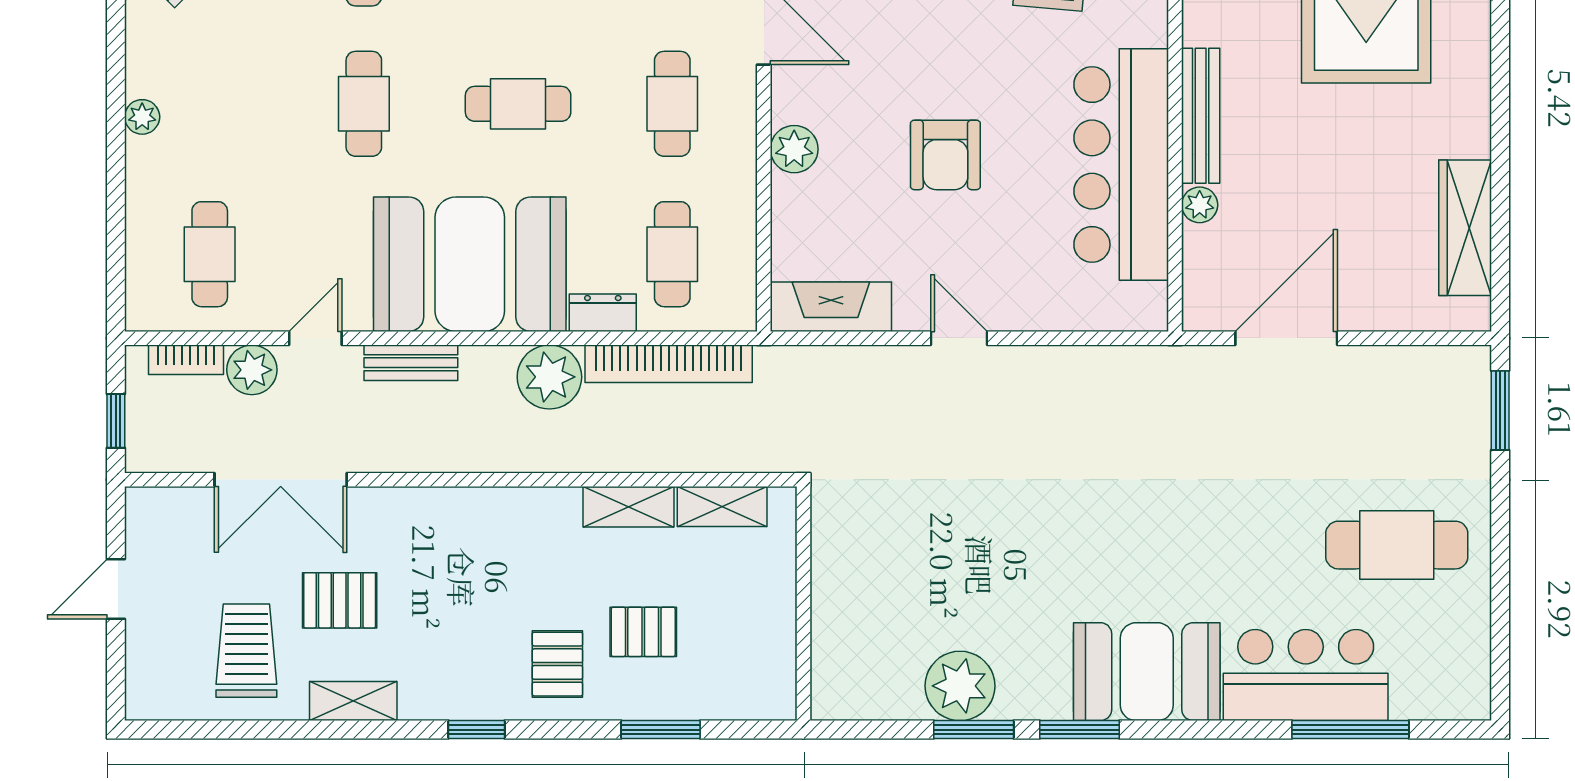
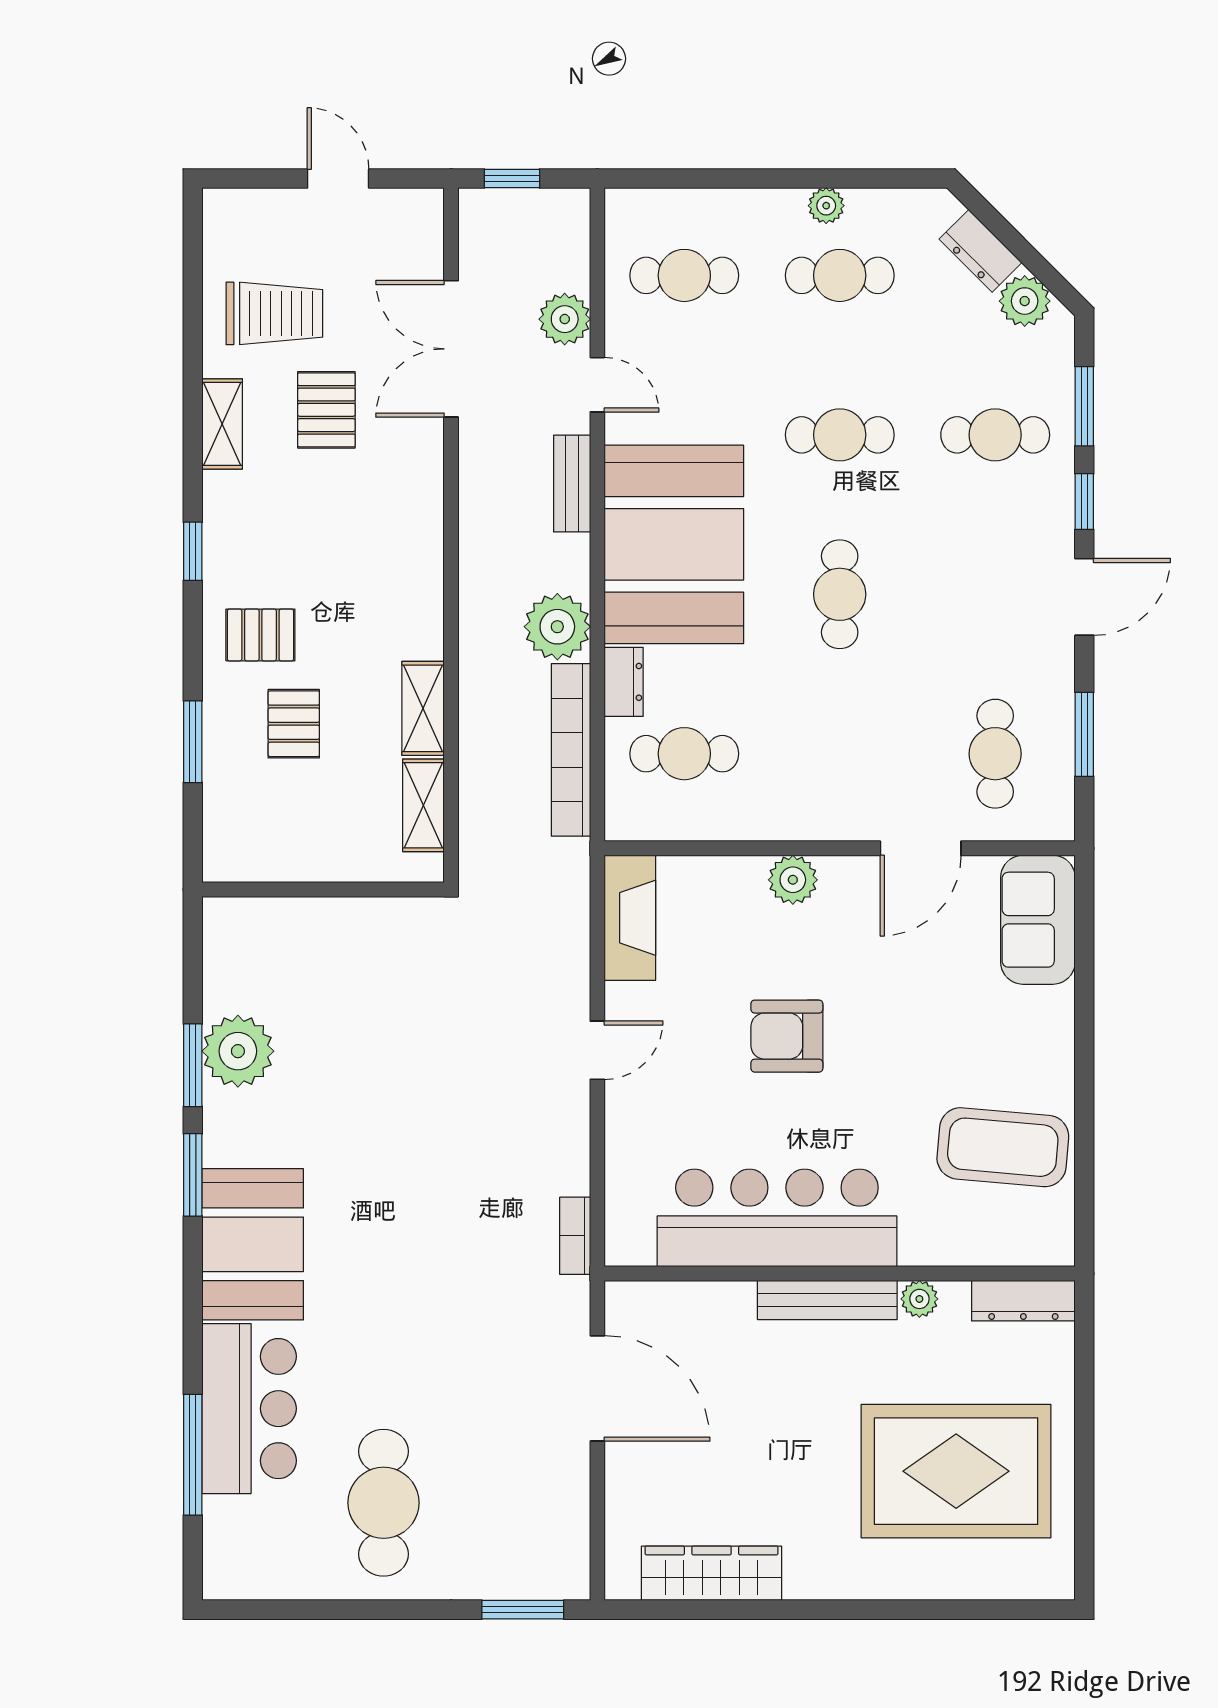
cafe table: (672, 104) -> (840, 275), moved
plant: (1200, 205) -> (919, 1299), moved
bookcase: (186, 360) -> (575, 1236), moved

